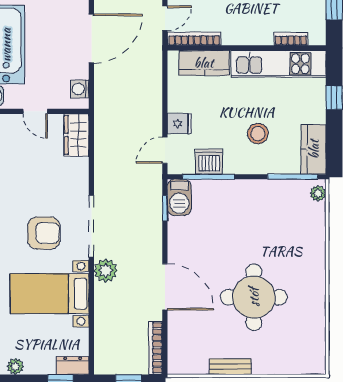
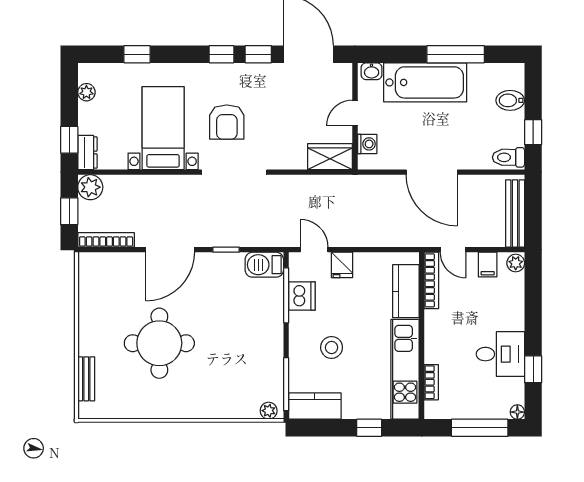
washing machine: (80, 89) -> (367, 144), moved, turned 90
window: (165, 208) -> (226, 250), moved
plant: (106, 271) -> (90, 187), moved
bench: (230, 367) -> (86, 379), moved

